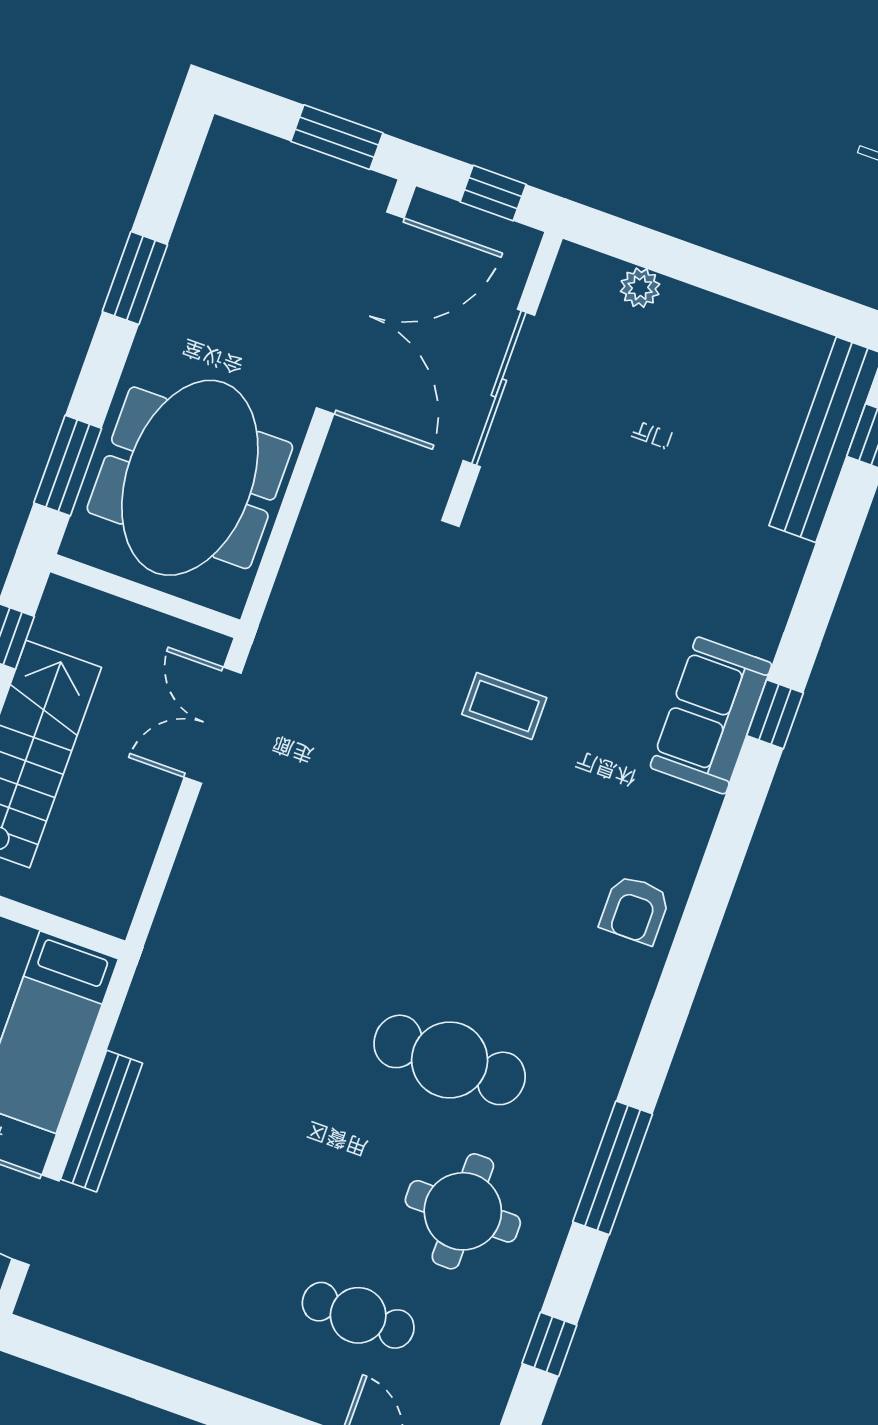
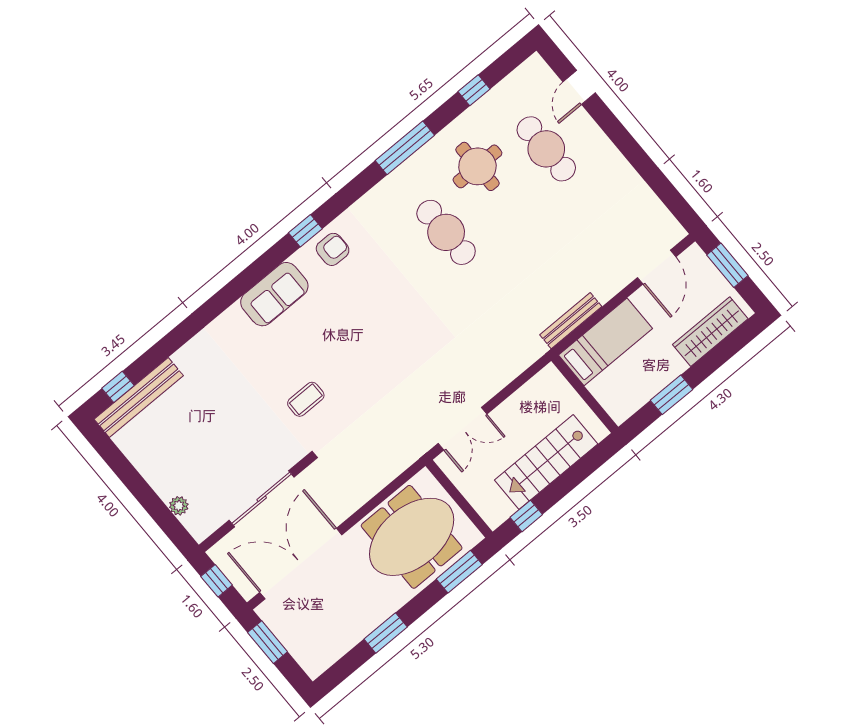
coffee table: (504, 706) -> (306, 399), moved, turned 90
window: (775, 714) -> (305, 231), moved
sofa: (711, 715) -> (274, 294), moved
bench: (102, 1121) -> (571, 321), moved
cafe table: (358, 1315) -> (546, 149), width x1.37, depth x1.35

